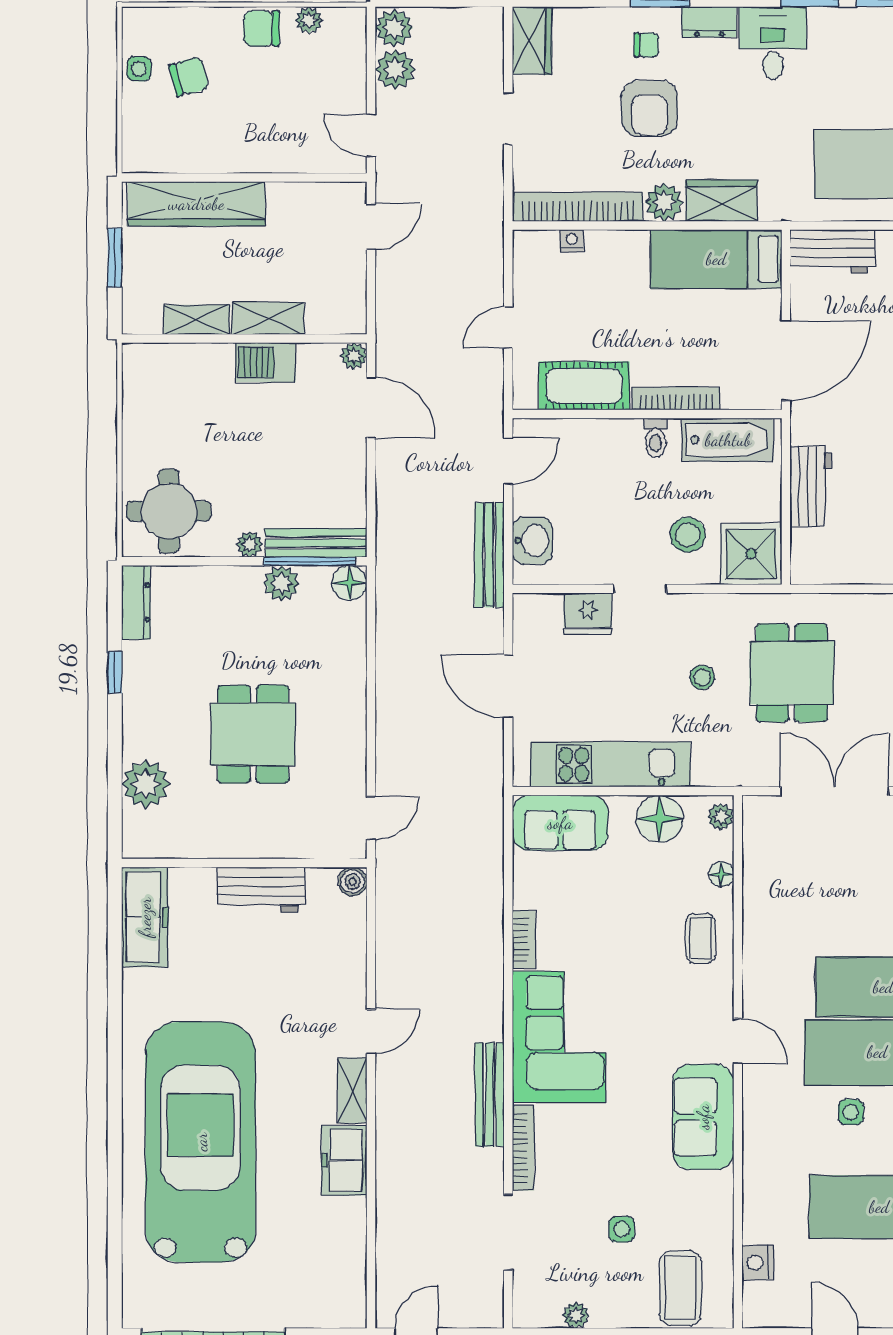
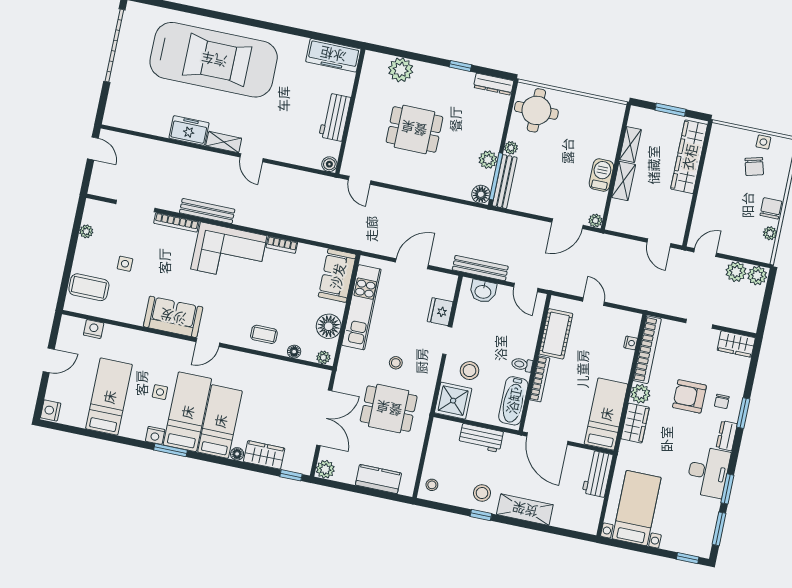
desk: (773, 43) -> (708, 472), width x1.37

